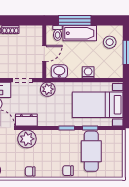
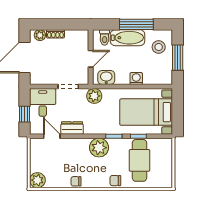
window: (75, 20) -> (136, 24), moved
plant: (27, 139) -> (99, 148), moved

